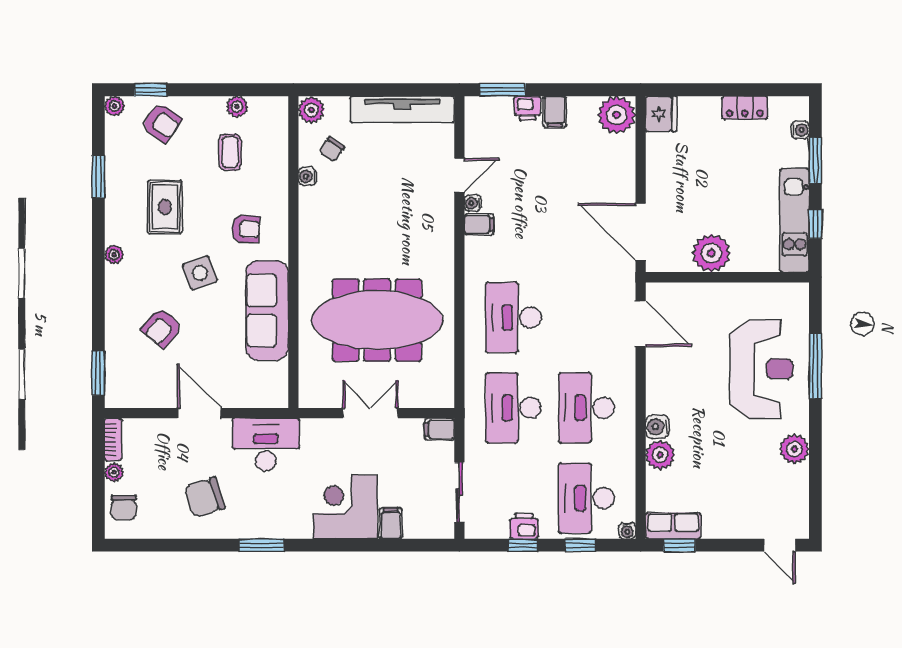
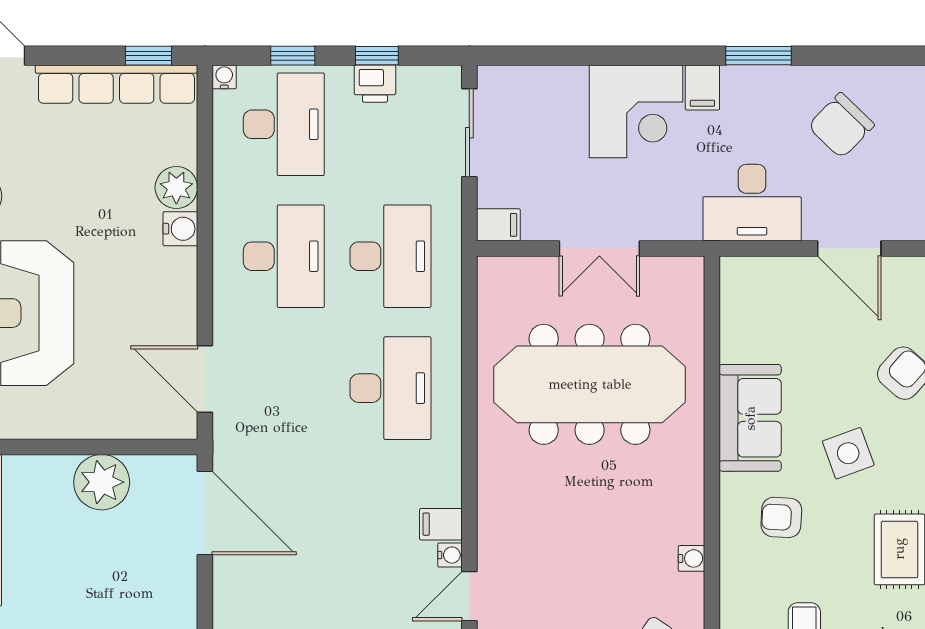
water cooler: (307, 176) -> (691, 558), moved
sofa: (267, 310) -> (750, 418), width x0.73
chair: (205, 497) -> (841, 125), turned 152
filing cabinet: (391, 523) -> (702, 87), moved
row of seats: (673, 526) -> (116, 84), width x2.02

